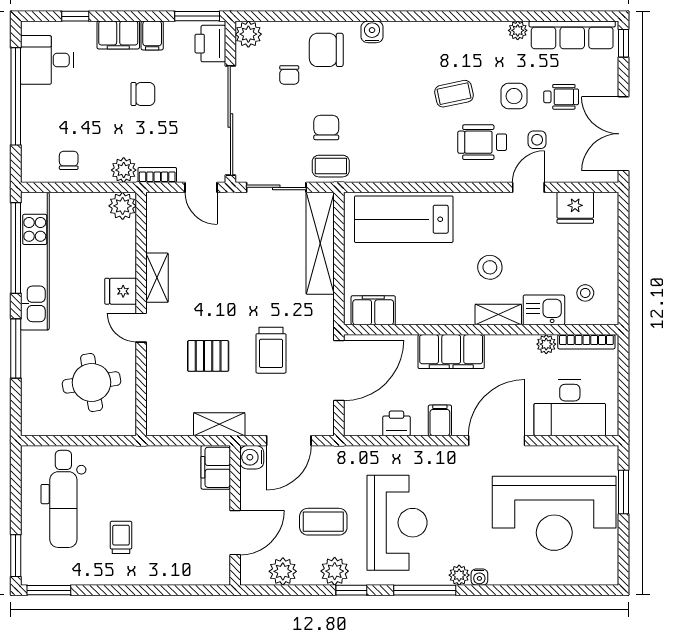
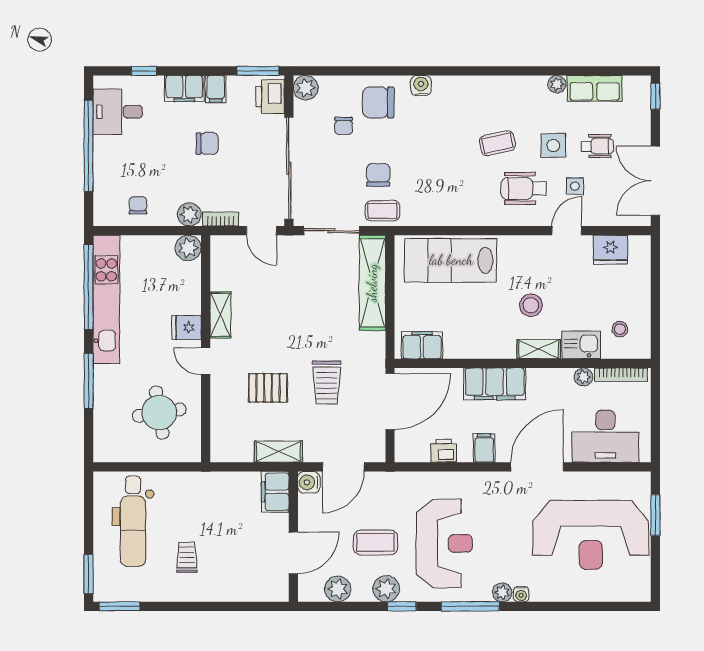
row of seats: (572, 35) -> (595, 88), width x0.68

